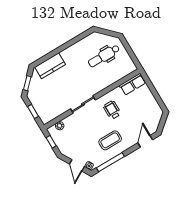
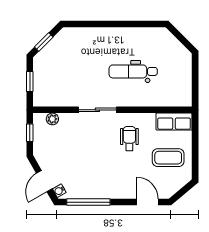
dental chair: (104, 56) -> (133, 71), moved
kitchen counter: (50, 66) -> (85, 37), removed
coffee table: (110, 140) -> (168, 158), moved
door: (145, 141) -> (147, 202), hinge flipped

